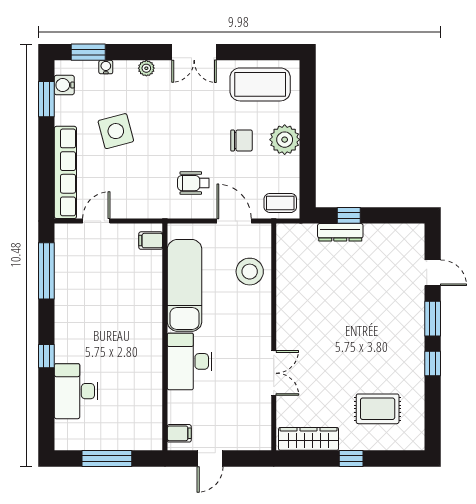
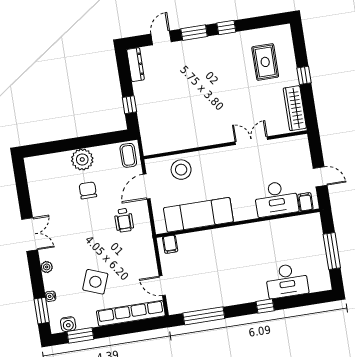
coffee table: (260, 84) -> (45, 183), removed
side table: (116, 131) -> (95, 282), turned 36
dresser: (340, 232) -> (136, 65), moved
desk: (190, 361) -> (276, 199), moved

